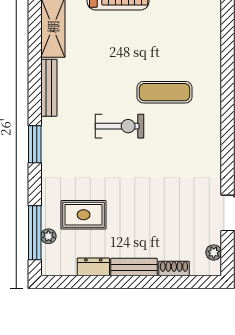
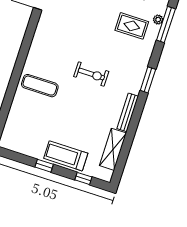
exercise mat: (164, 92) -> (40, 86), moved
exercise bike: (119, 126) -> (91, 74), turned 180

